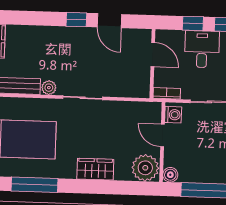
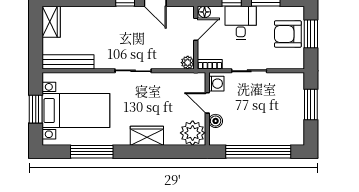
floor lamp: (163, 36) -> (205, 12), added
door: (153, 55) -> (196, 29), hinge flipped
plant: (49, 88) -> (188, 63), moved
boiler: (170, 175) -> (216, 121), moved

